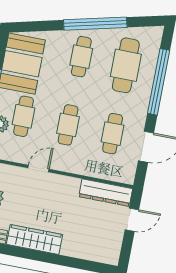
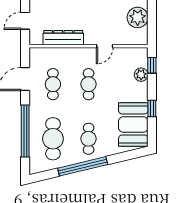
cafe table: (24, 116) -> (124, 84), removed
dresser: (106, 193) -> (63, 38), moved

